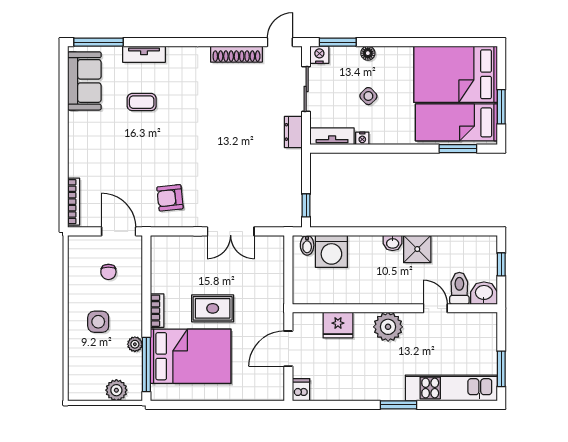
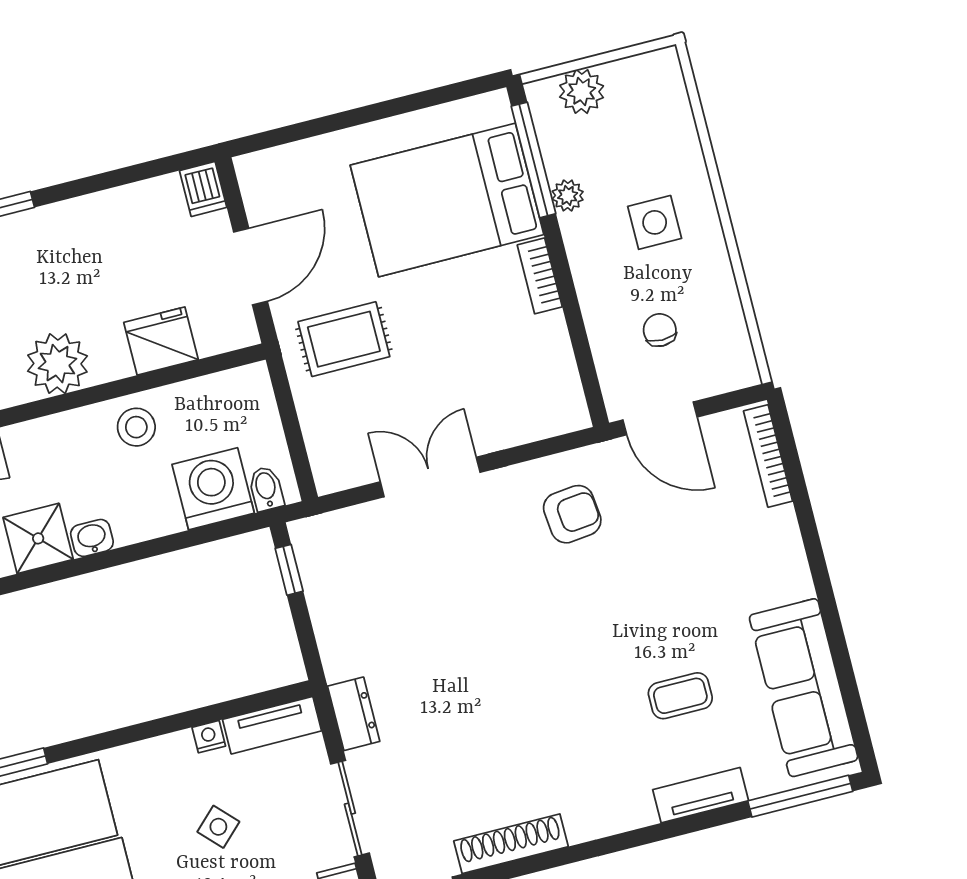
sofa: (84, 81) -> (804, 688), width x1.36
stool: (359, 289) -> (136, 427), added
rug: (213, 308) -> (344, 339), moved

